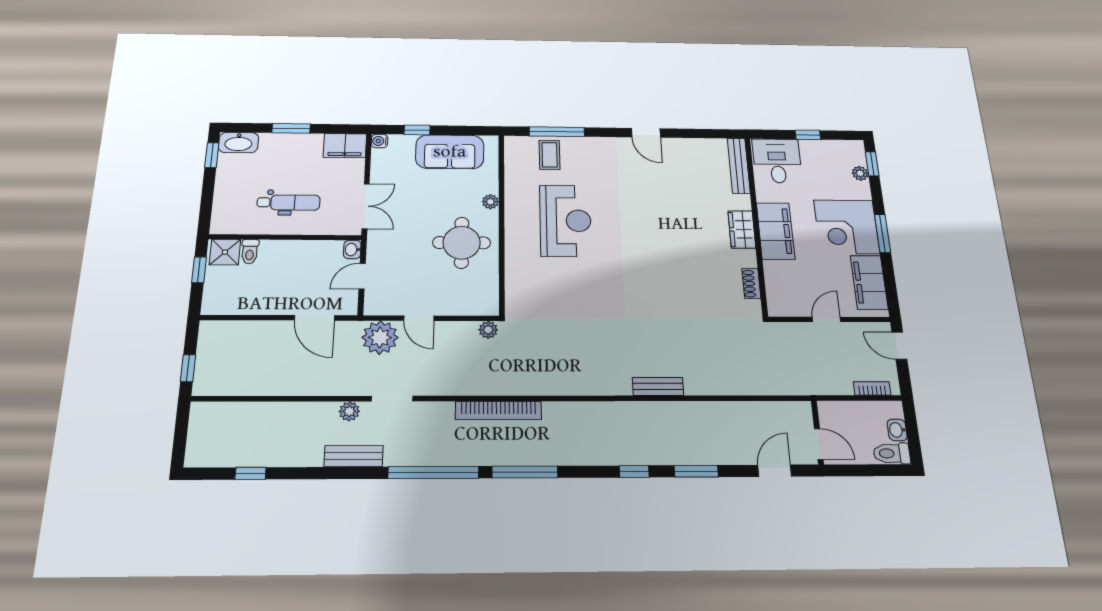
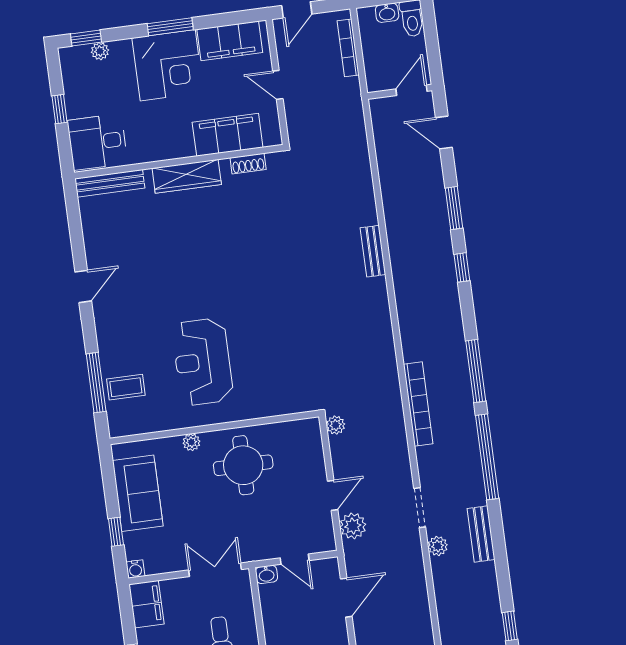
reception desk: (565, 221) -> (203, 362), turned -90
wardrobe: (742, 229) -> (187, 176), width x1.50
filing cabinet: (776, 231) -> (228, 135), moved
plant: (380, 338) -> (353, 526), width x0.73, depth x0.73
bookcase: (872, 388) -> (348, 48), width x1.56

